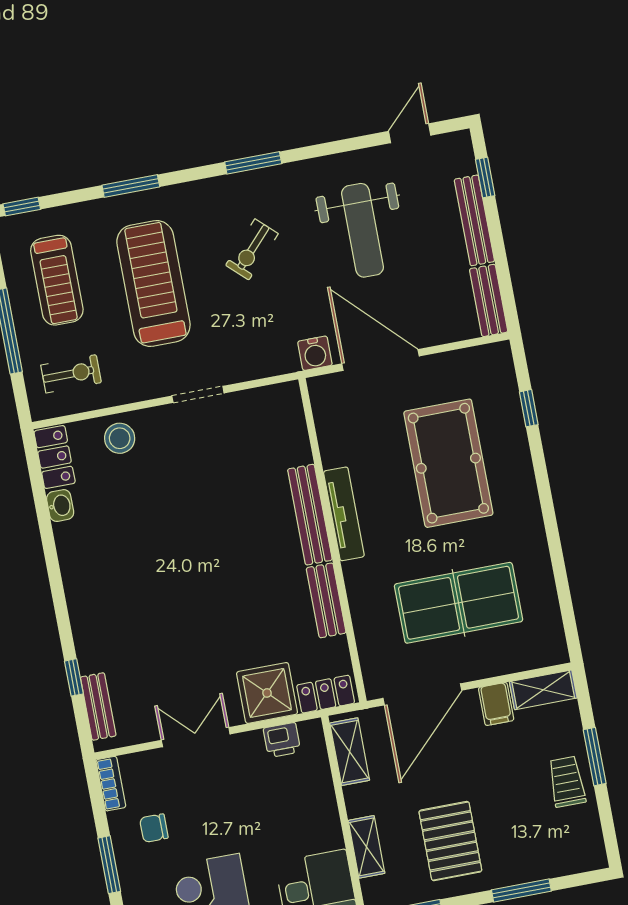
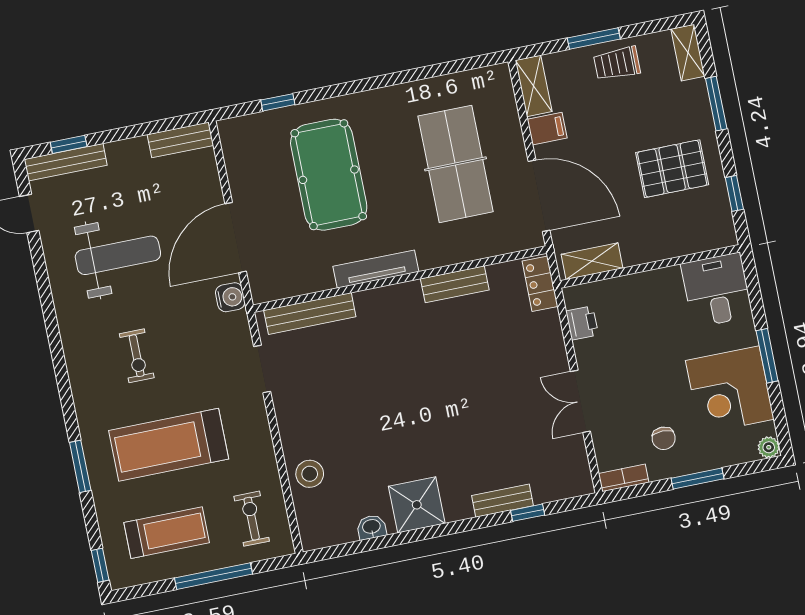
window: (253, 163) -> (58, 355), removed
bench: (474, 220) -> (66, 162), moved
exercise bike: (252, 250) -> (137, 356), turned 47
doorway: (198, 394) -> (262, 369), moved
locker: (55, 457) -> (327, 533), removed
pool table: (448, 463) -> (329, 175), turned 90
bench: (310, 515) -> (310, 314), moved
shower: (267, 693) -> (417, 505), moved
bench: (98, 706) -> (503, 501), moved
shelving: (367, 847) -> (688, 53), moved, turned 90

